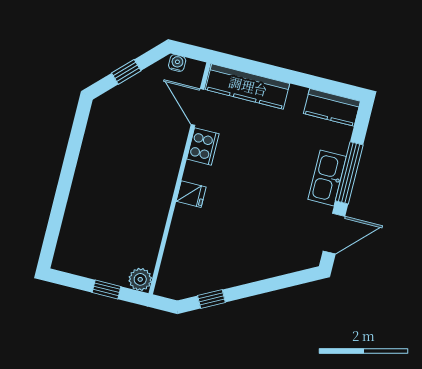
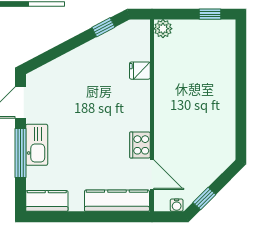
window: (126, 72) -> (204, 199), moved
fridge: (191, 194) -> (140, 71), moved
window: (107, 289) -> (210, 14), moved

